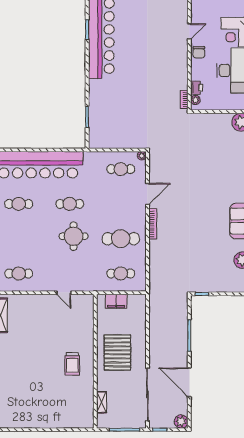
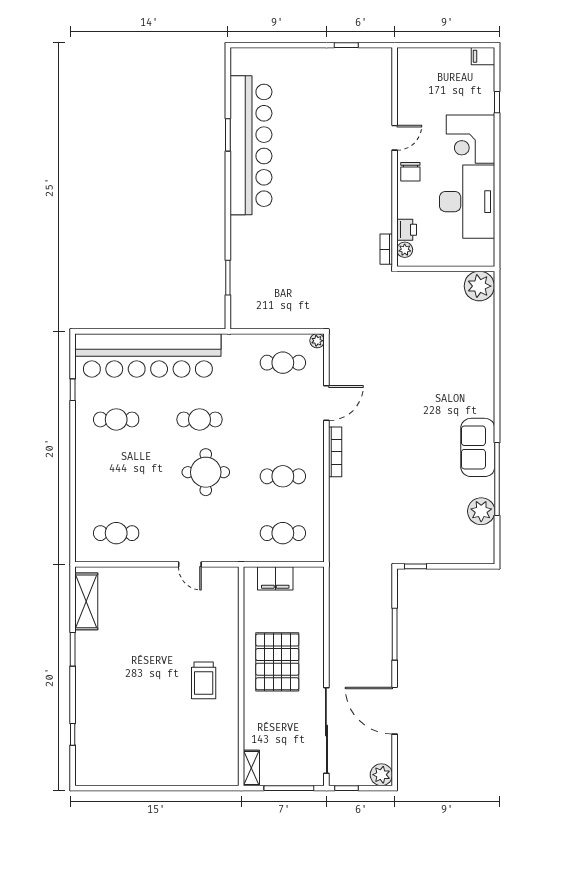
cafe table: (121, 239) -> (283, 476), width x0.73, depth x0.74
shelving: (102, 402) -> (251, 768), moved

